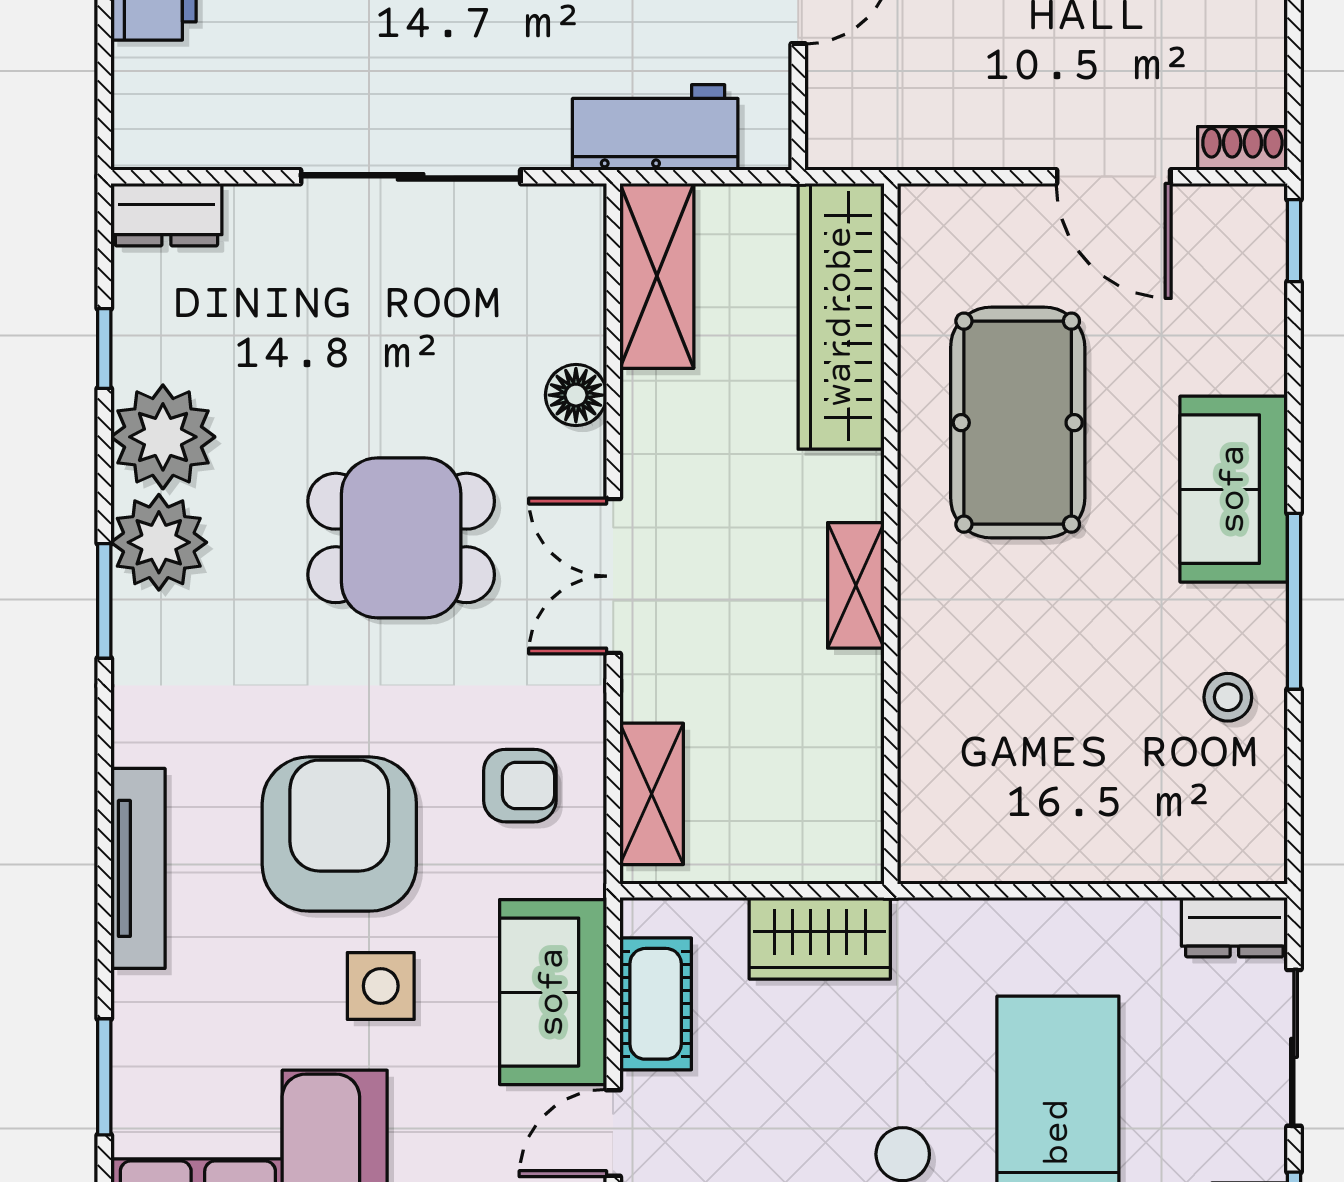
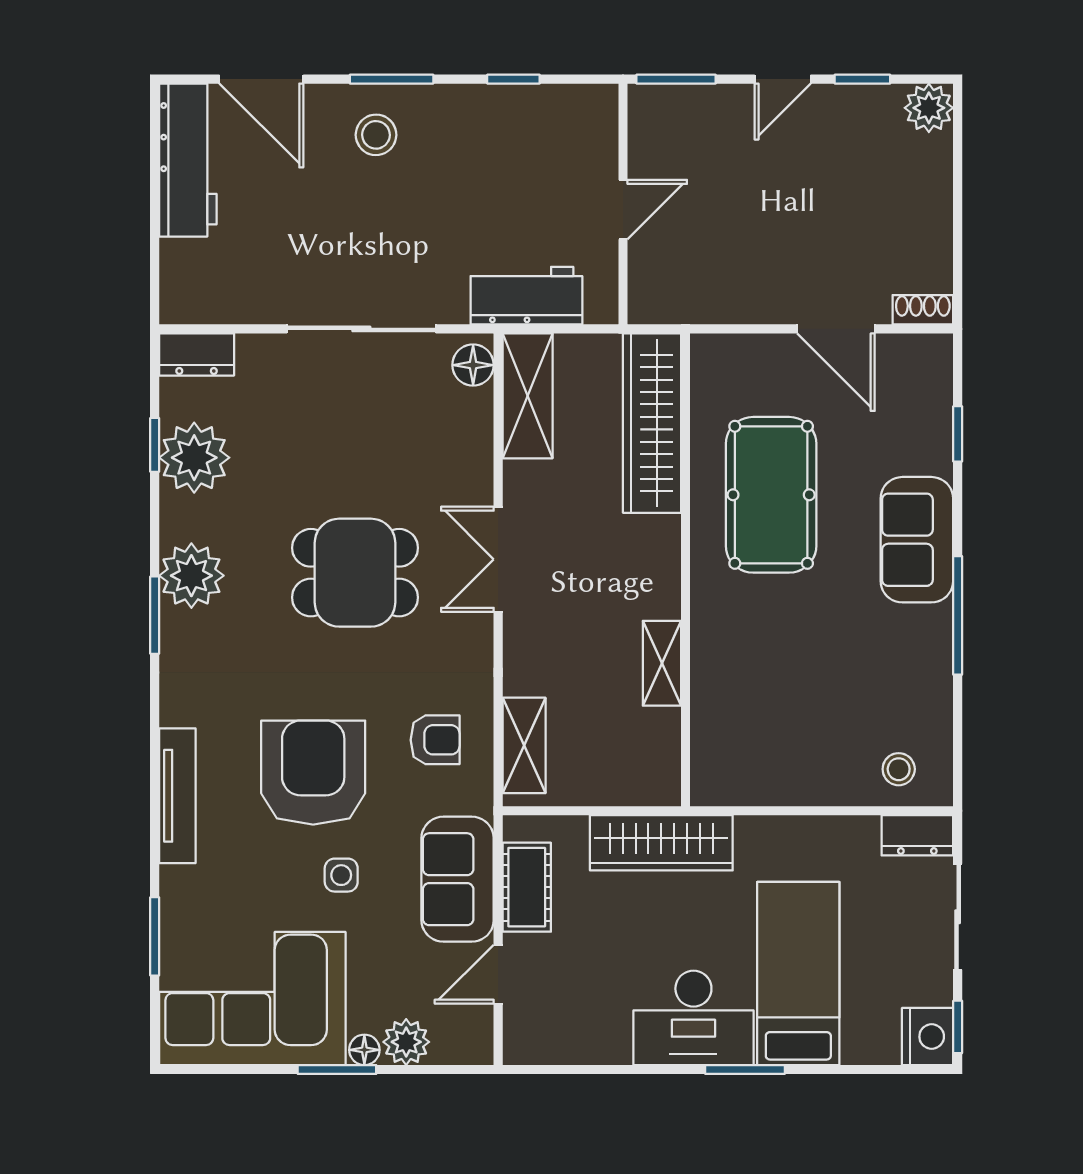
window: (1294, 241) -> (958, 434), moved
floor lamp: (576, 395) -> (473, 365), moved
plant: (163, 437) -> (194, 458), moved
double door: (613, 576) -> (498, 559), moved
shelving: (856, 585) -> (662, 663), moved
stool: (1228, 697) -> (899, 769), moved
wardrobe: (820, 938) -> (661, 843), width x1.50
side table: (381, 986) -> (341, 875), width x0.73, depth x0.73

